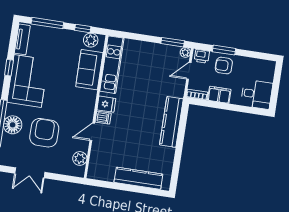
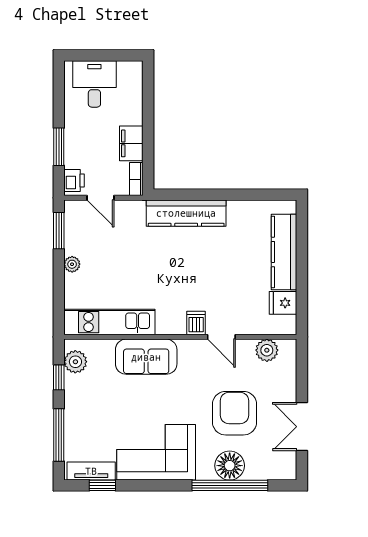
plant: (185, 52) -> (72, 264), moved
armchair: (224, 66) -> (84, 143), removed
window: (9, 68) -> (102, 485), moved
sofa: (89, 70) -> (146, 357), moved
desk: (257, 94) -> (94, 84), moved
fridge: (106, 104) -> (283, 303), moved, turned -90
armchair: (44, 133) -> (235, 413), turned 90
double door: (30, 173) -> (302, 427), swing flipped

